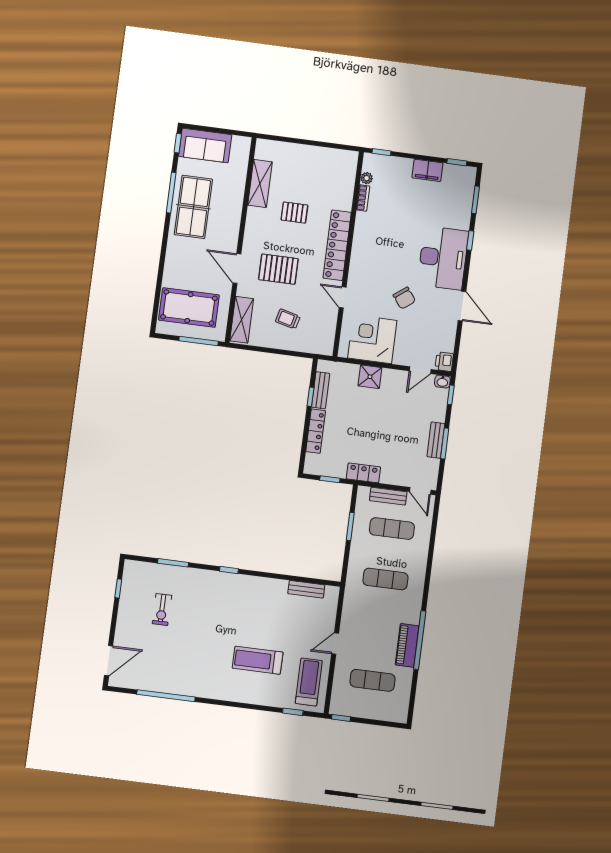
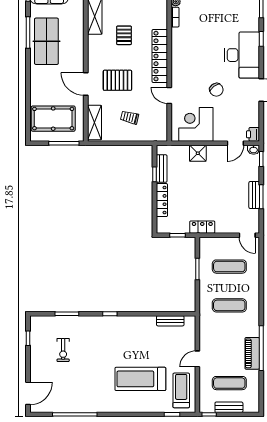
pallet: (294, 213) -> (124, 35), turned 90
bench: (388, 496) -> (229, 407), moved
treadmill: (258, 660) -> (140, 379), width x1.37, depth x1.38

